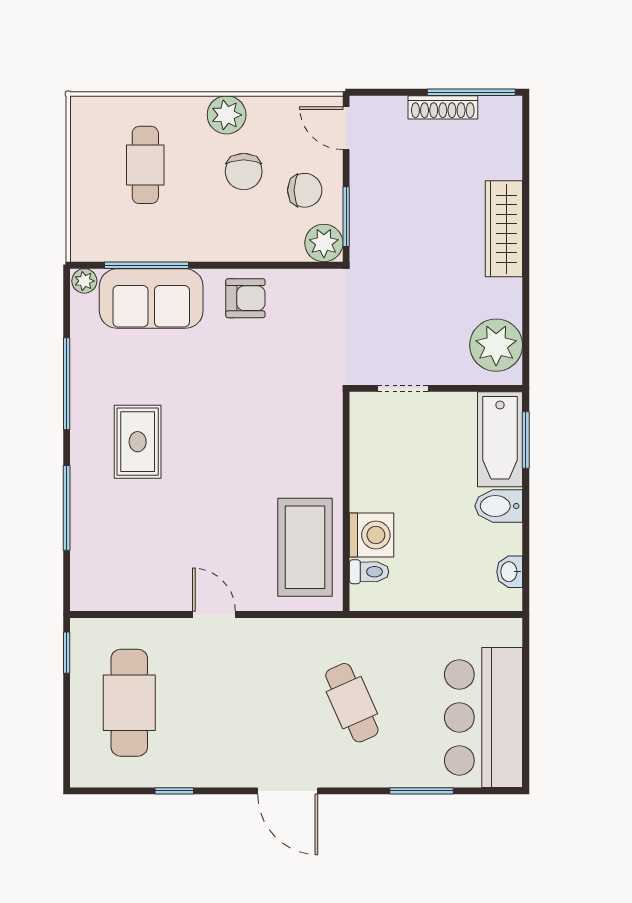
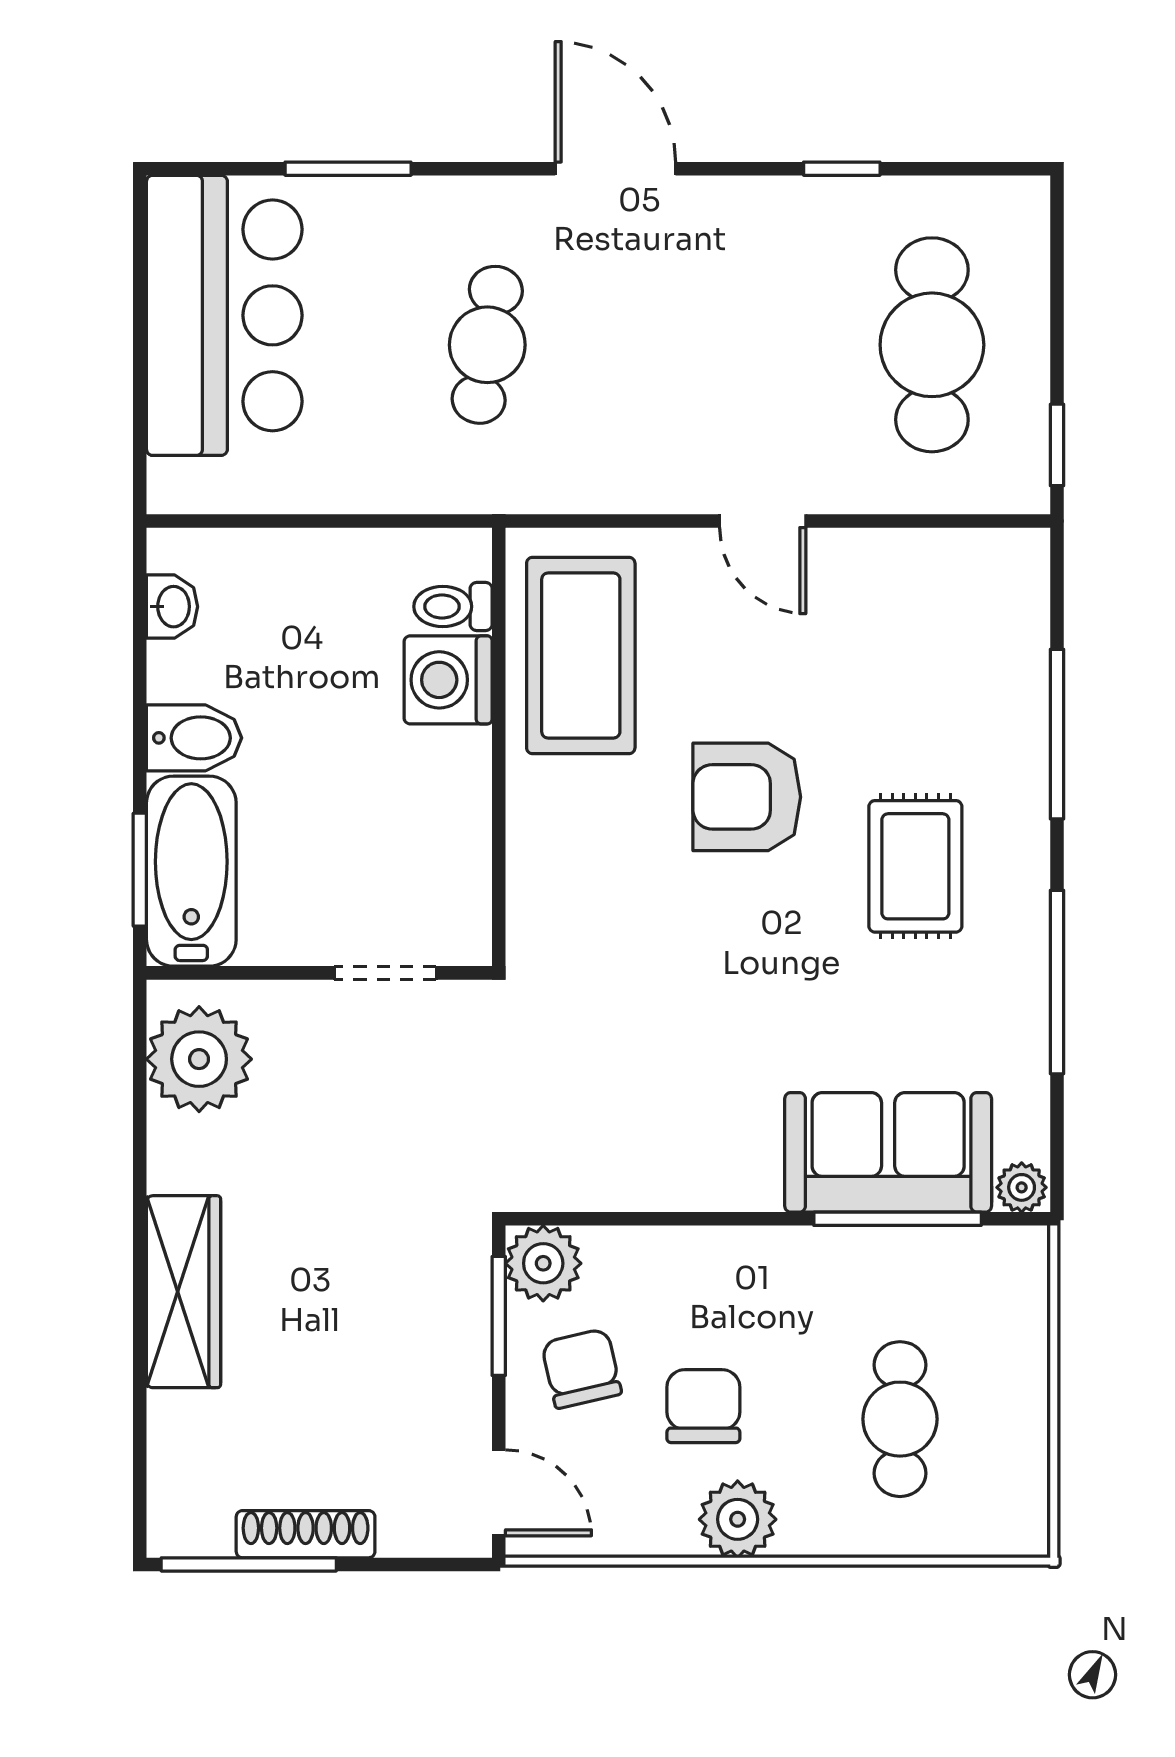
chair: (305, 190) -> (581, 1369), turned 77
armchair: (245, 298) -> (747, 797), moved, width x1.38, depth x1.38
cafe table: (352, 703) -> (487, 345), turned 33

